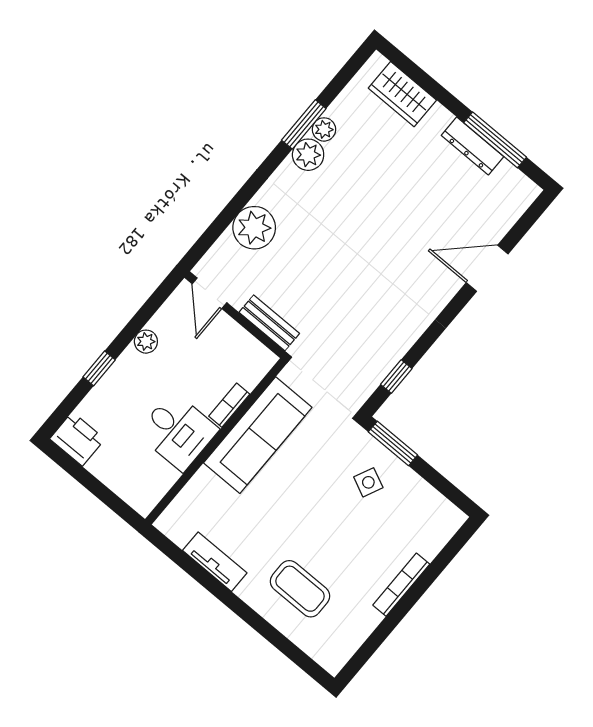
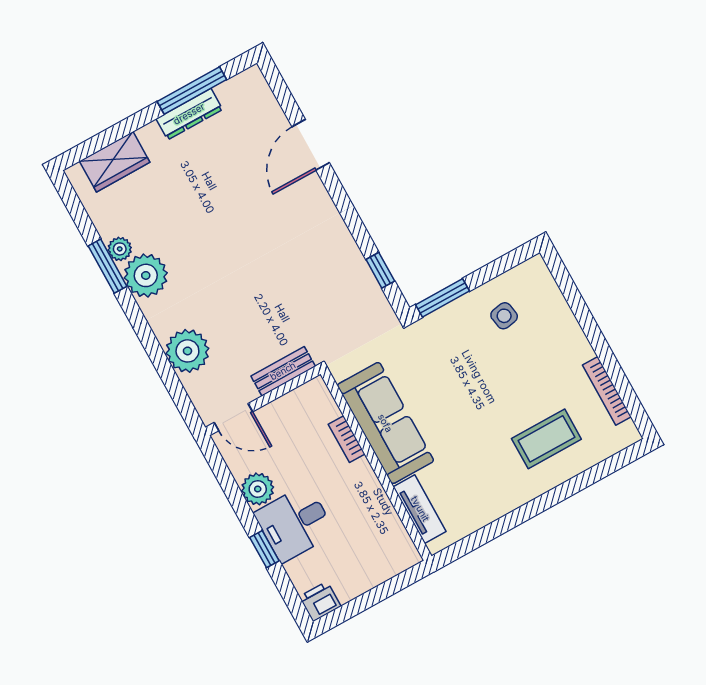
plant: (308, 155) -> (146, 275), width x1.36, depth x1.36
plant: (146, 342) -> (258, 489), width x1.38, depth x1.38
desk: (178, 431) -> (295, 523), moved, turned 180
printer: (77, 439) -> (320, 601), width x0.73, depth x0.81
side table: (368, 482) -> (504, 316), moved, turned -35
tv unit: (215, 562) -> (420, 509), moved, turned 90
bookcase: (401, 585) -> (607, 391), moved

